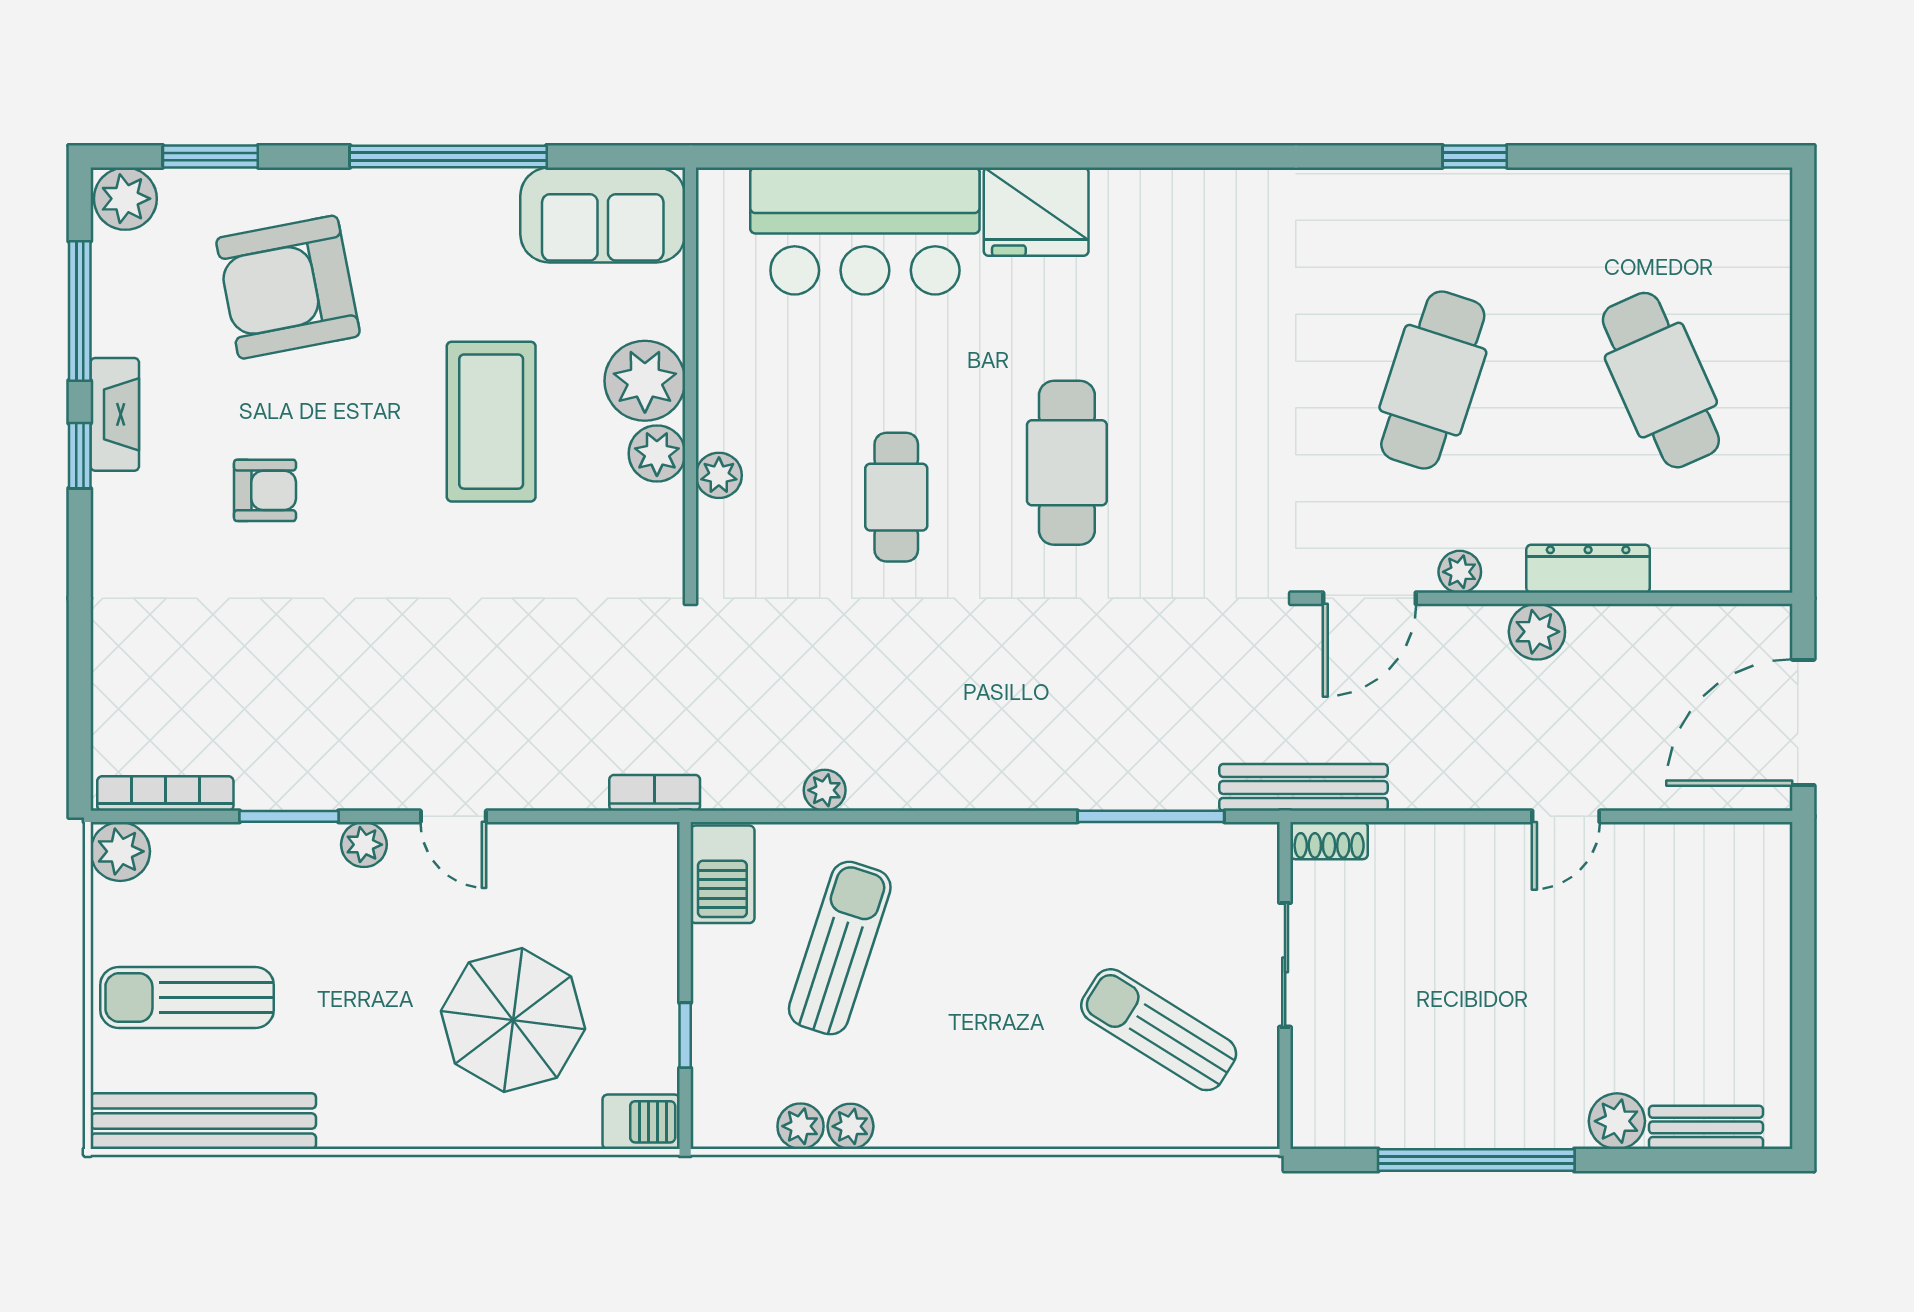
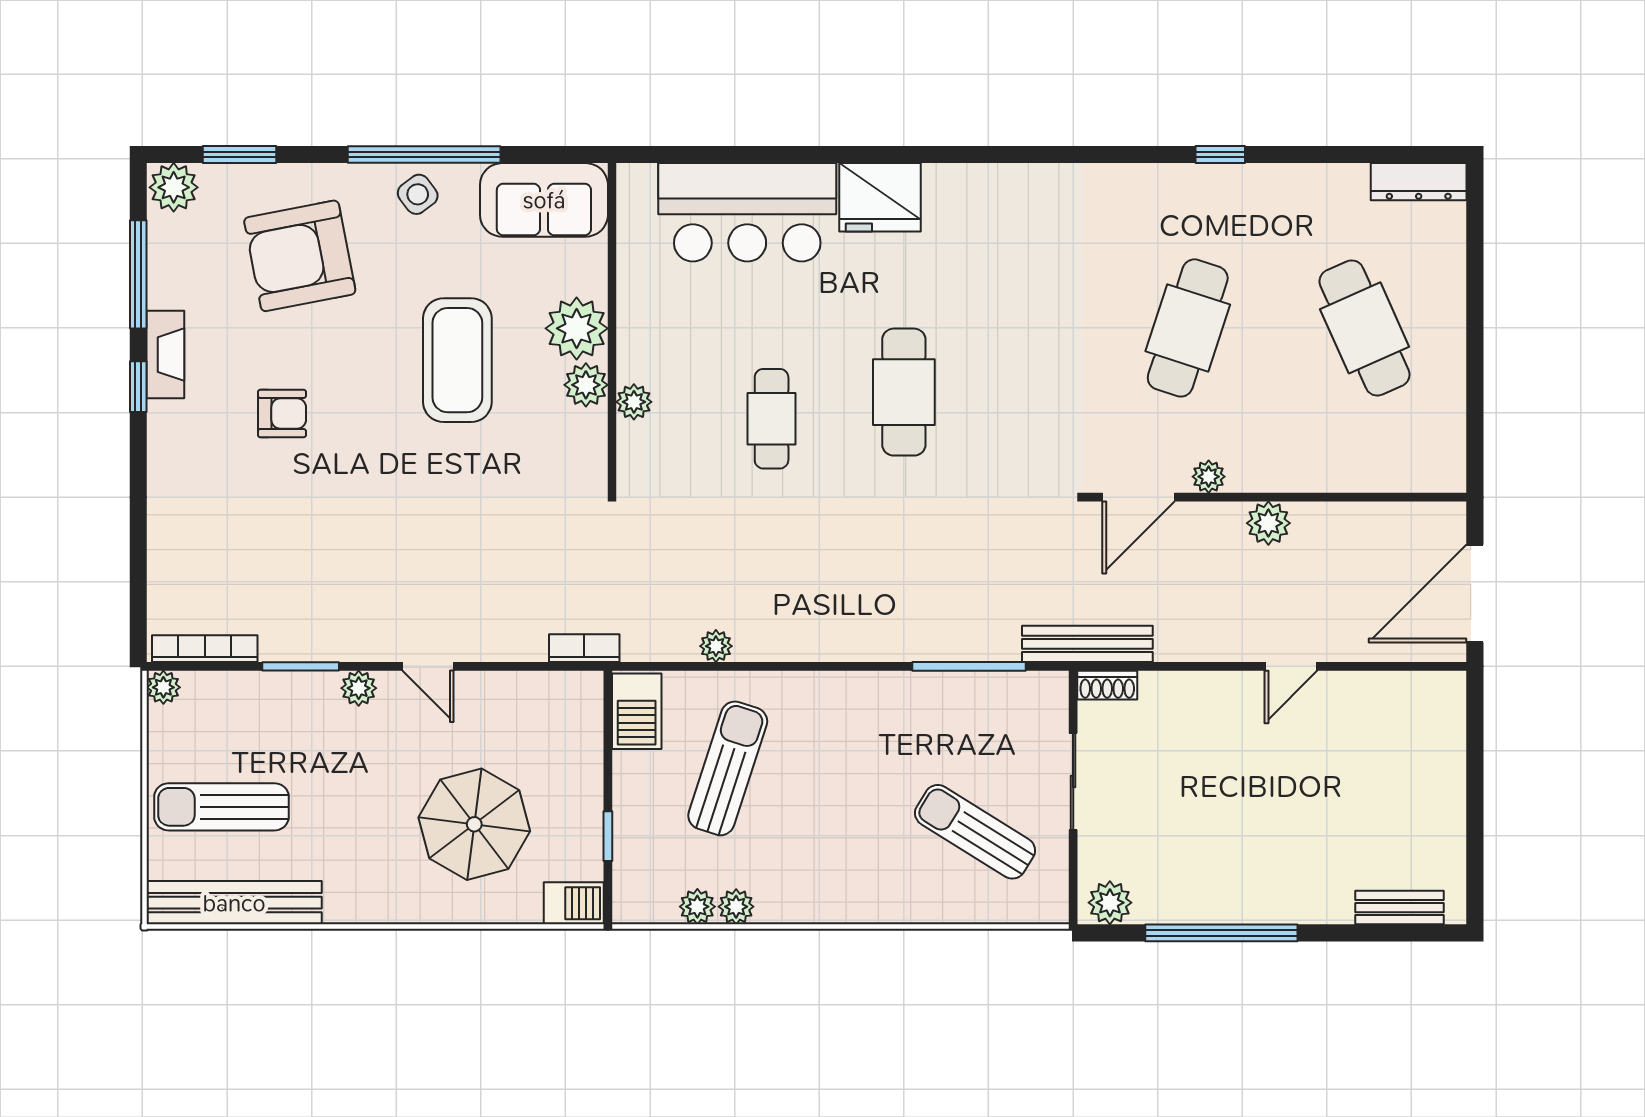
side table: (440, 208) -> (418, 194), added
dresser: (1588, 569) -> (1419, 182), moved, turned 180
plant: (120, 851) -> (163, 687), width x0.73, depth x0.73
plant: (1617, 1121) -> (1110, 903), moved

